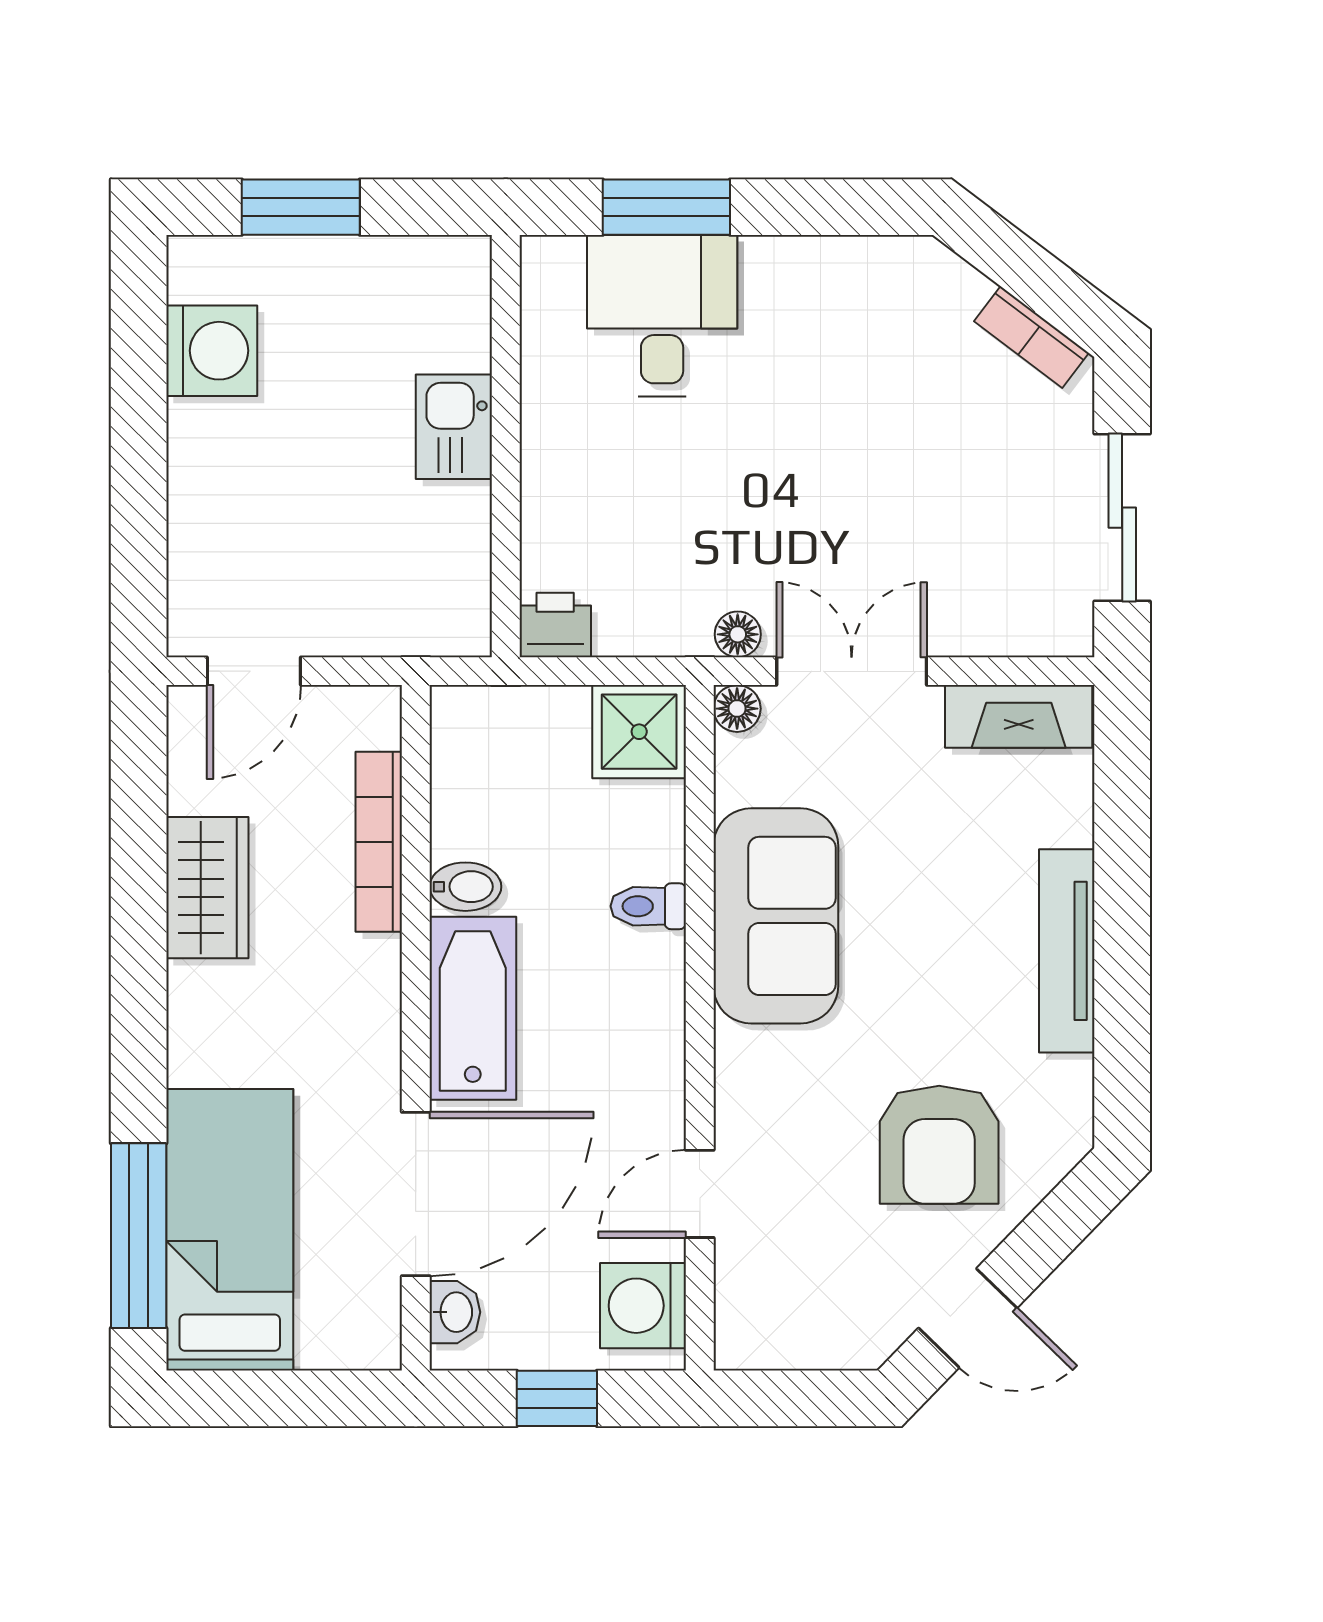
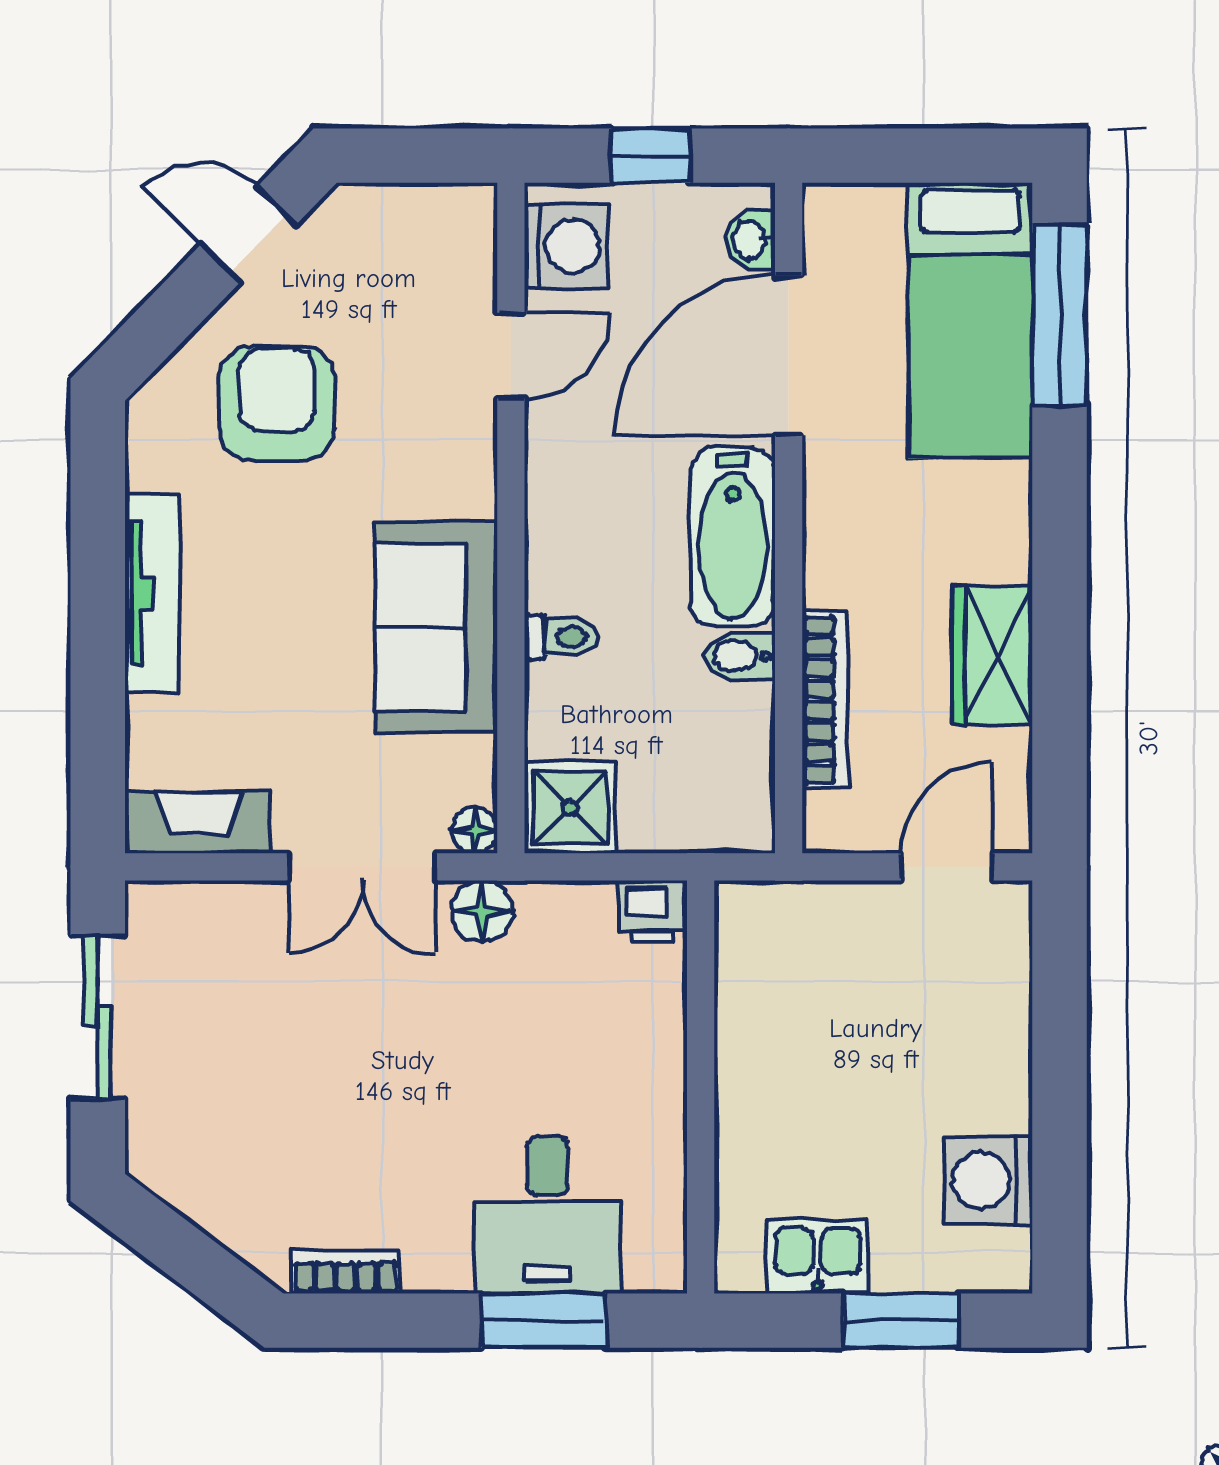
bookcase: (1031, 337) -> (346, 1272), moved, turned -37
kitchen sink: (454, 427) -> (818, 1256), moved, turned -90
floor lamp: (738, 634) -> (482, 911), width x1.37, depth x1.37

